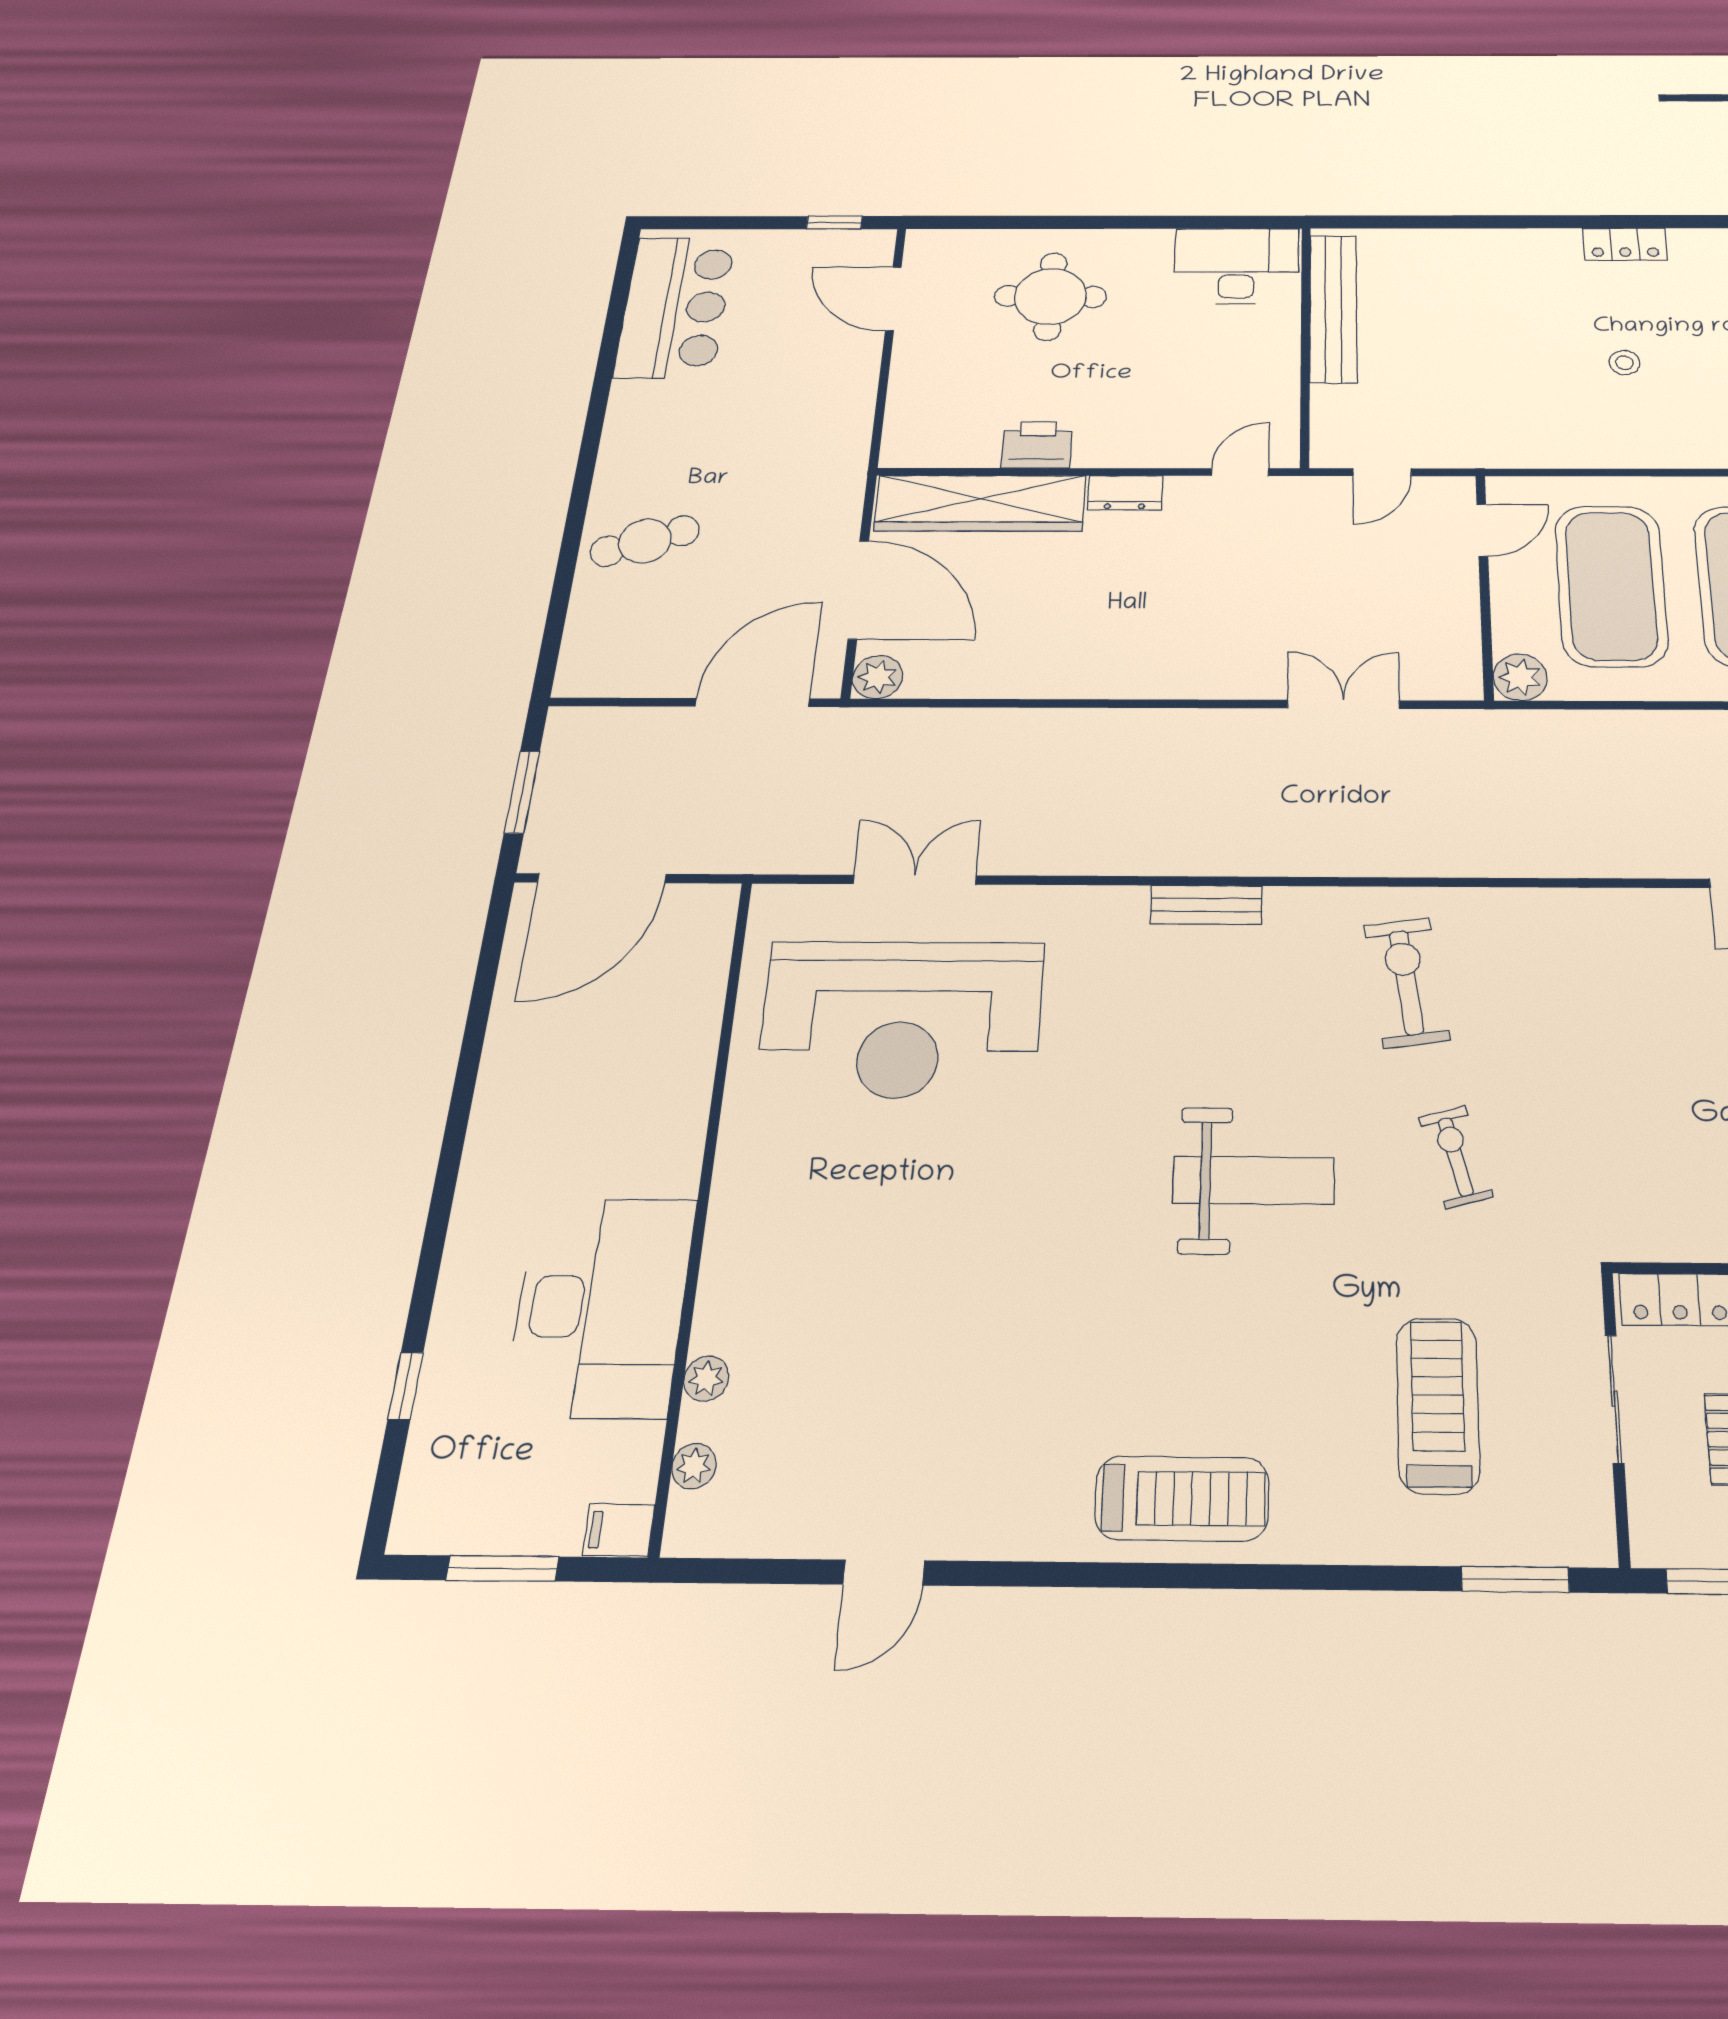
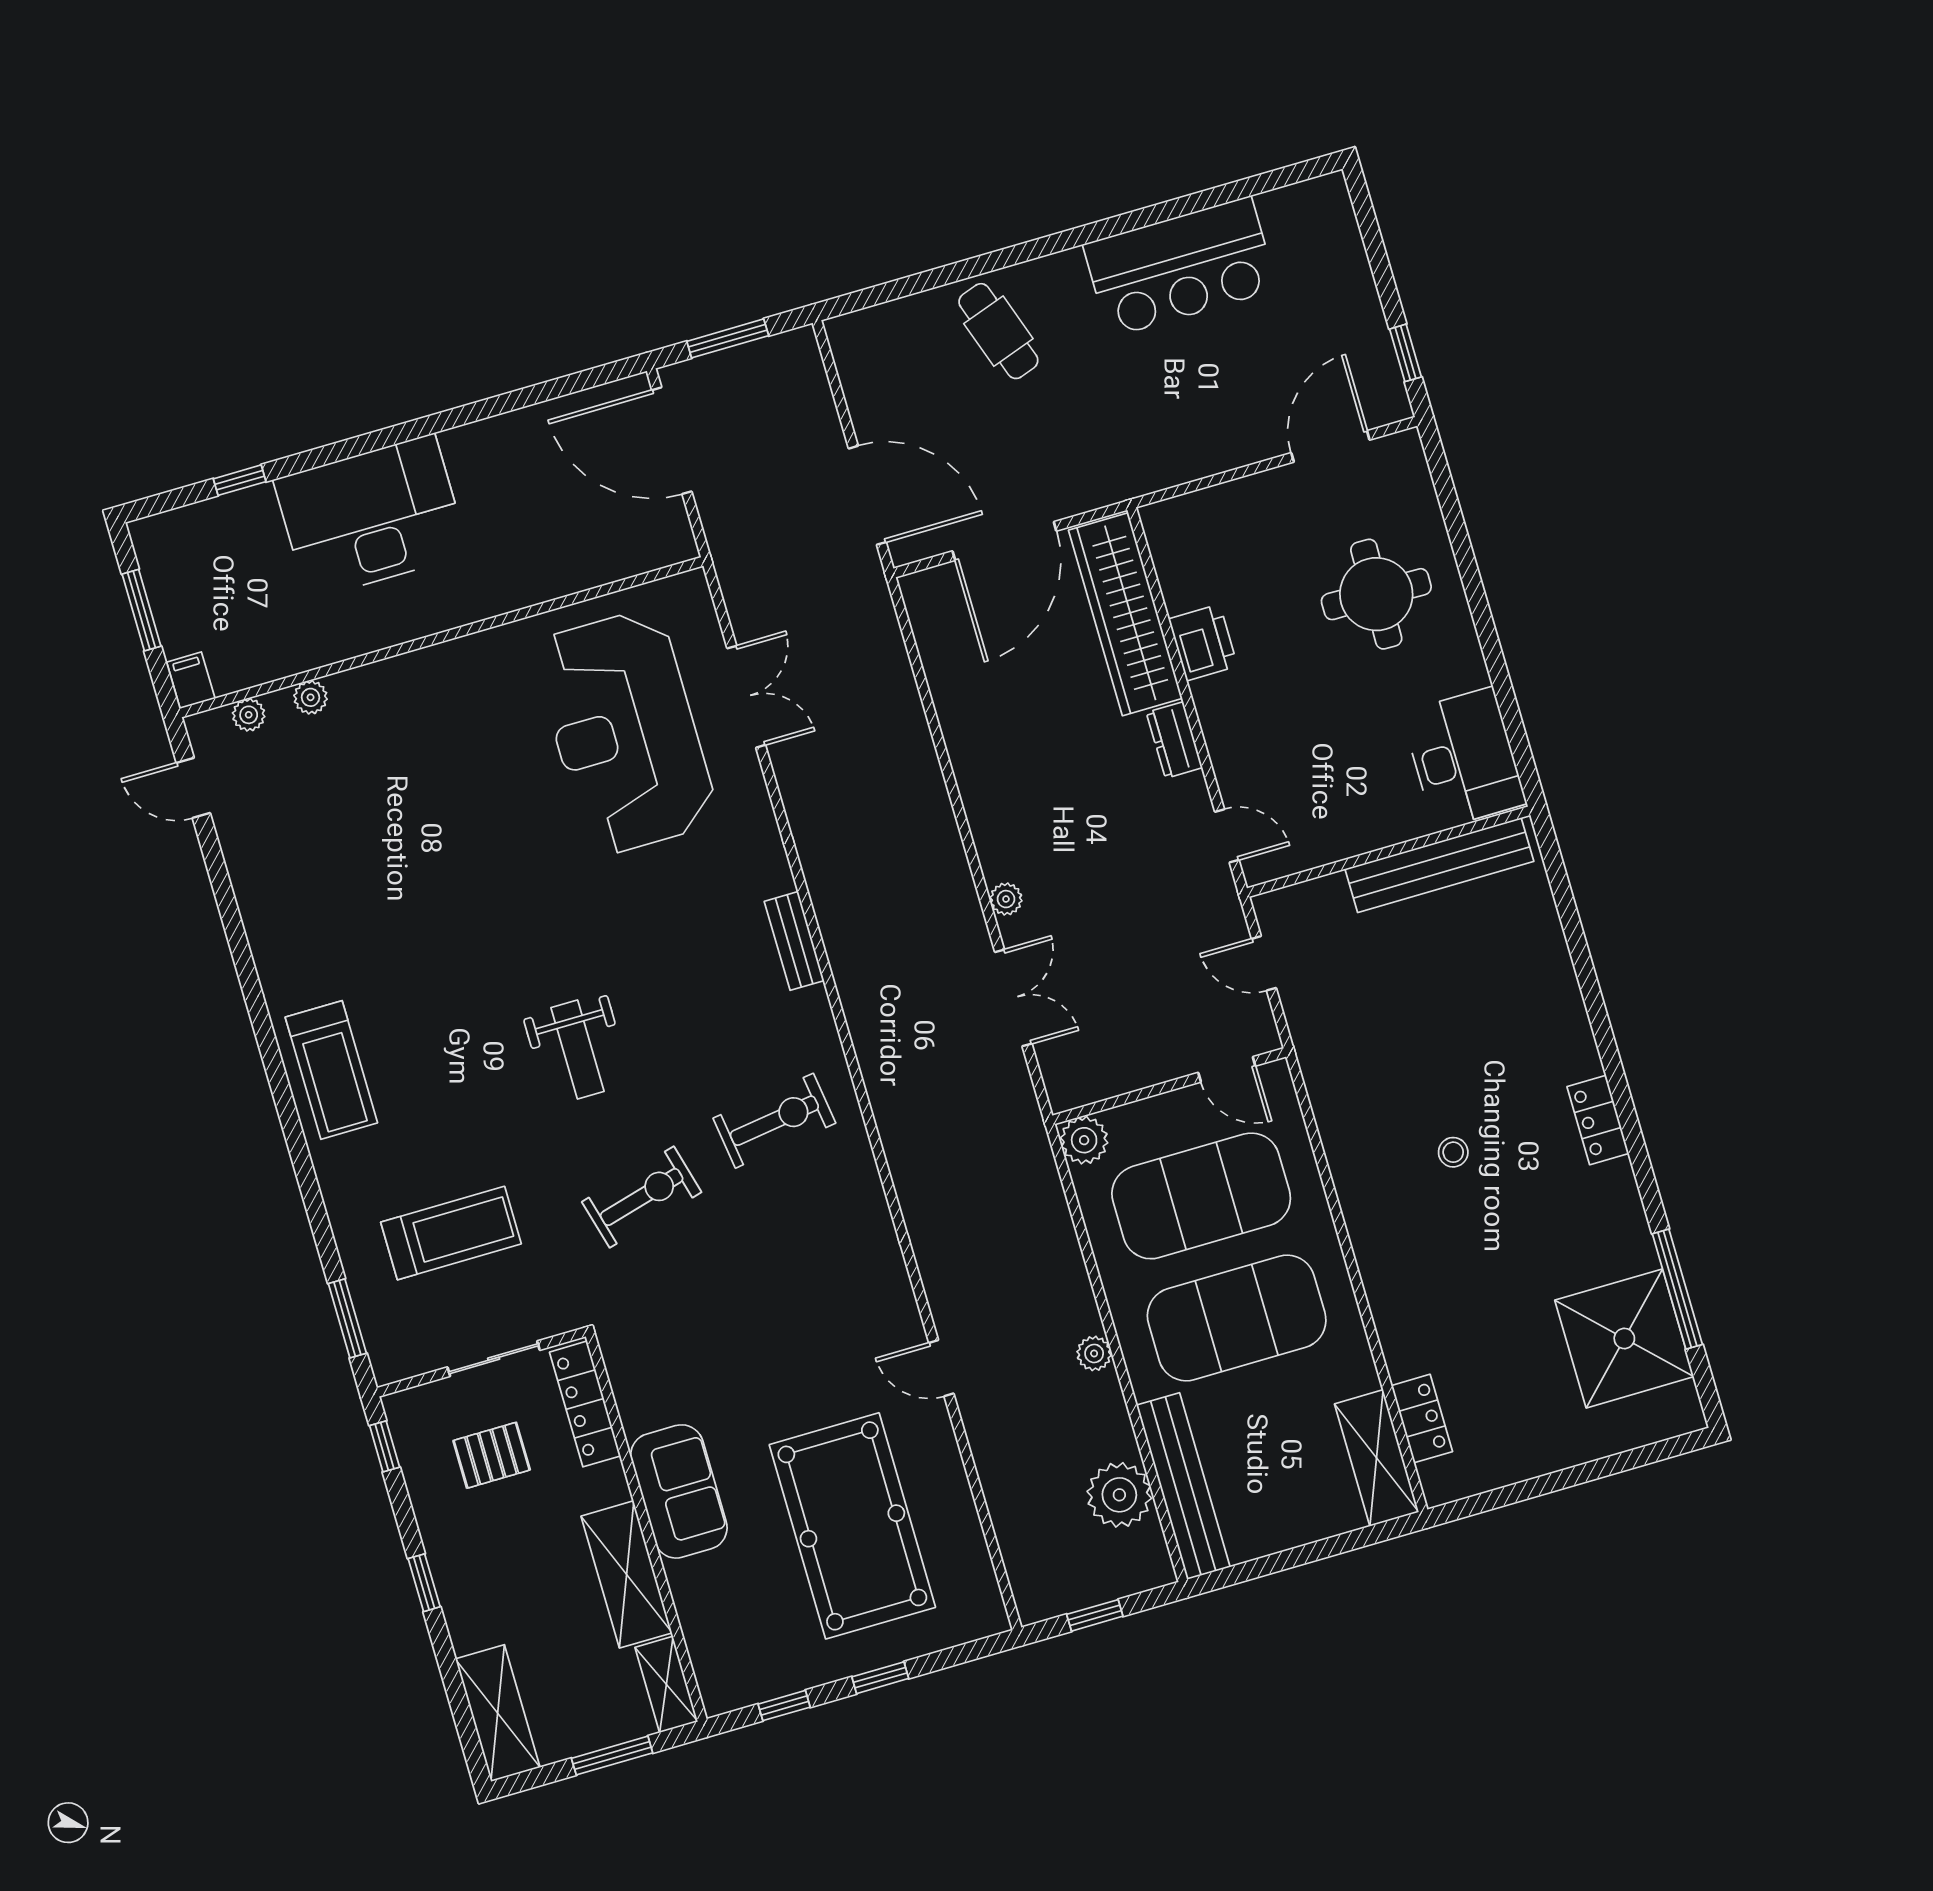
bar counter: (675, 307) -> (1180, 267), moved
plant: (878, 677) -> (1006, 899), moved, width x0.73, depth x0.73
exercise bike: (1456, 1157) -> (642, 1197), width x1.38, depth x1.39
weight bench: (1254, 1180) -> (578, 1050), width x0.73, depth x0.75
desk: (601, 1306) -> (371, 517), moved, turned 180
door: (884, 1573) -> (193, 788), moved

